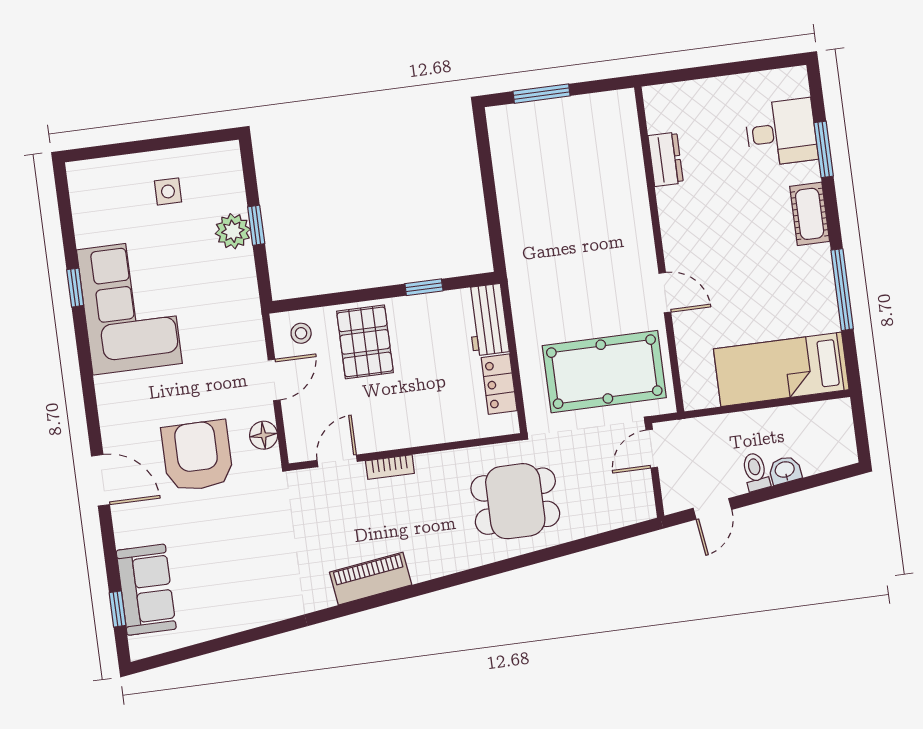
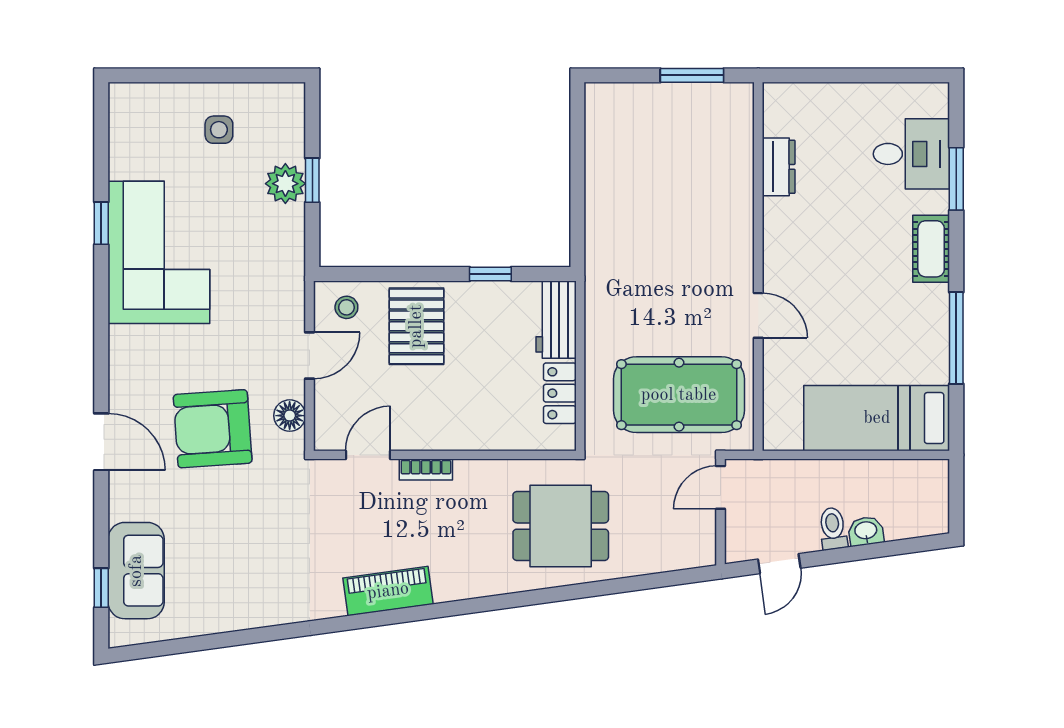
window: (541, 94) -> (692, 75), moved
armchair: (197, 456) -> (213, 429), turned -94

